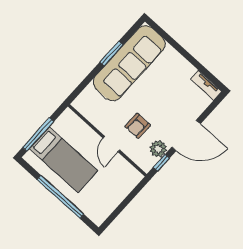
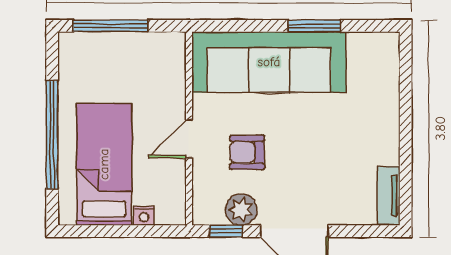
sofa: (129, 63) -> (269, 62), moved
bed: (64, 160) -> (104, 164), moved, turned 180
nightstand: (126, 190) -> (144, 216), added

